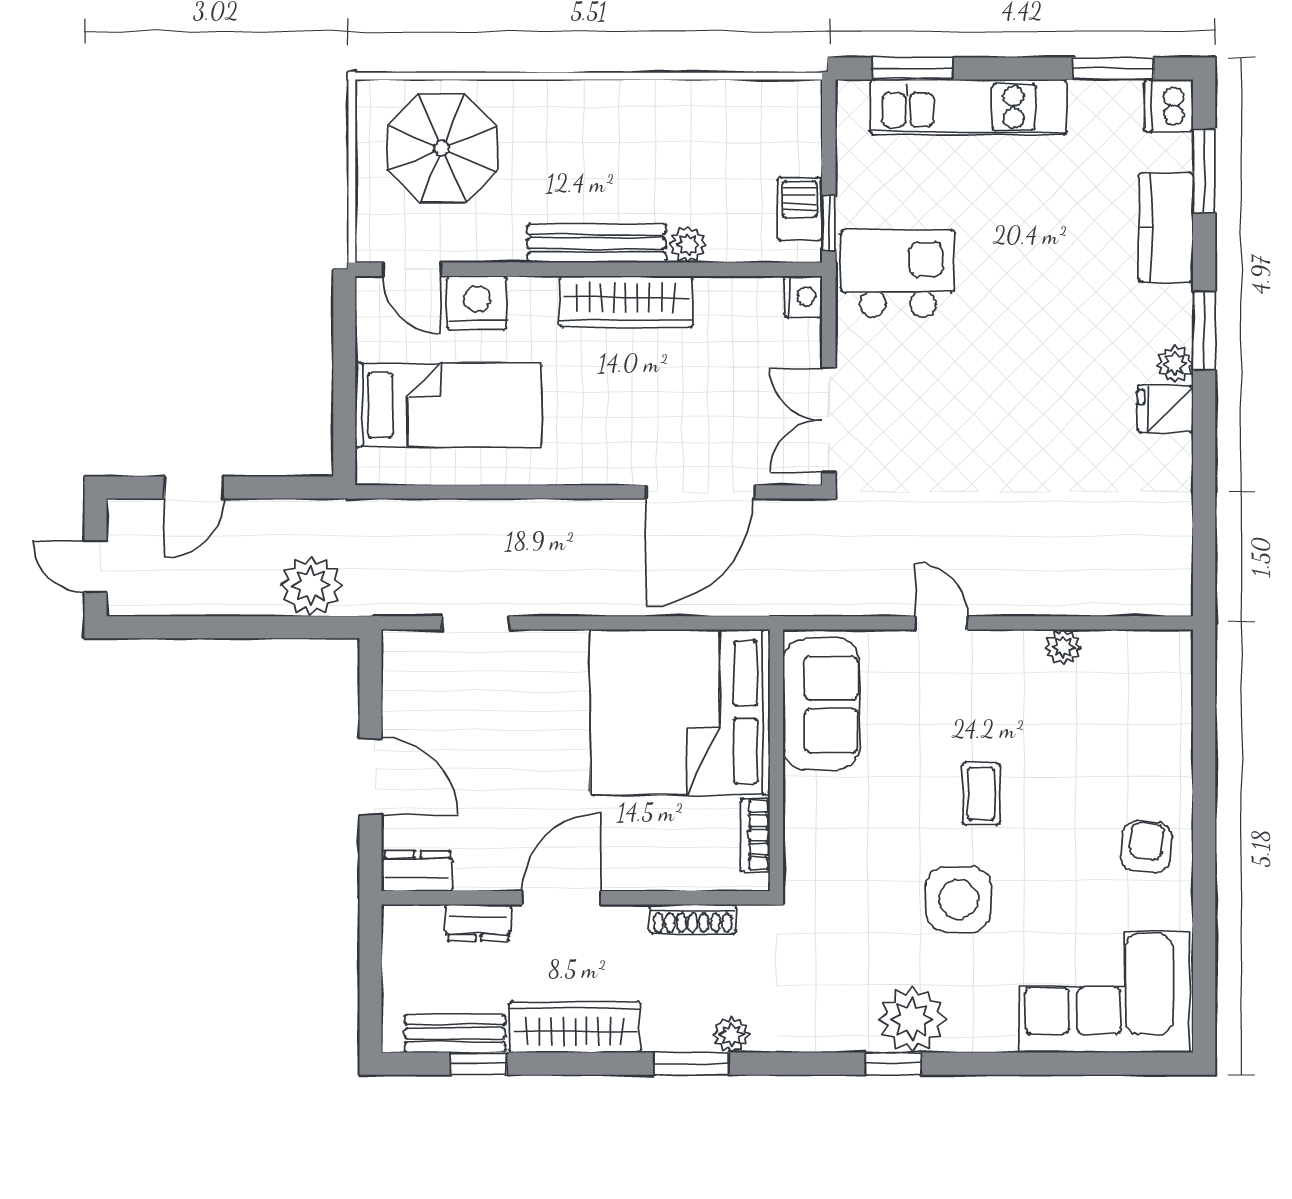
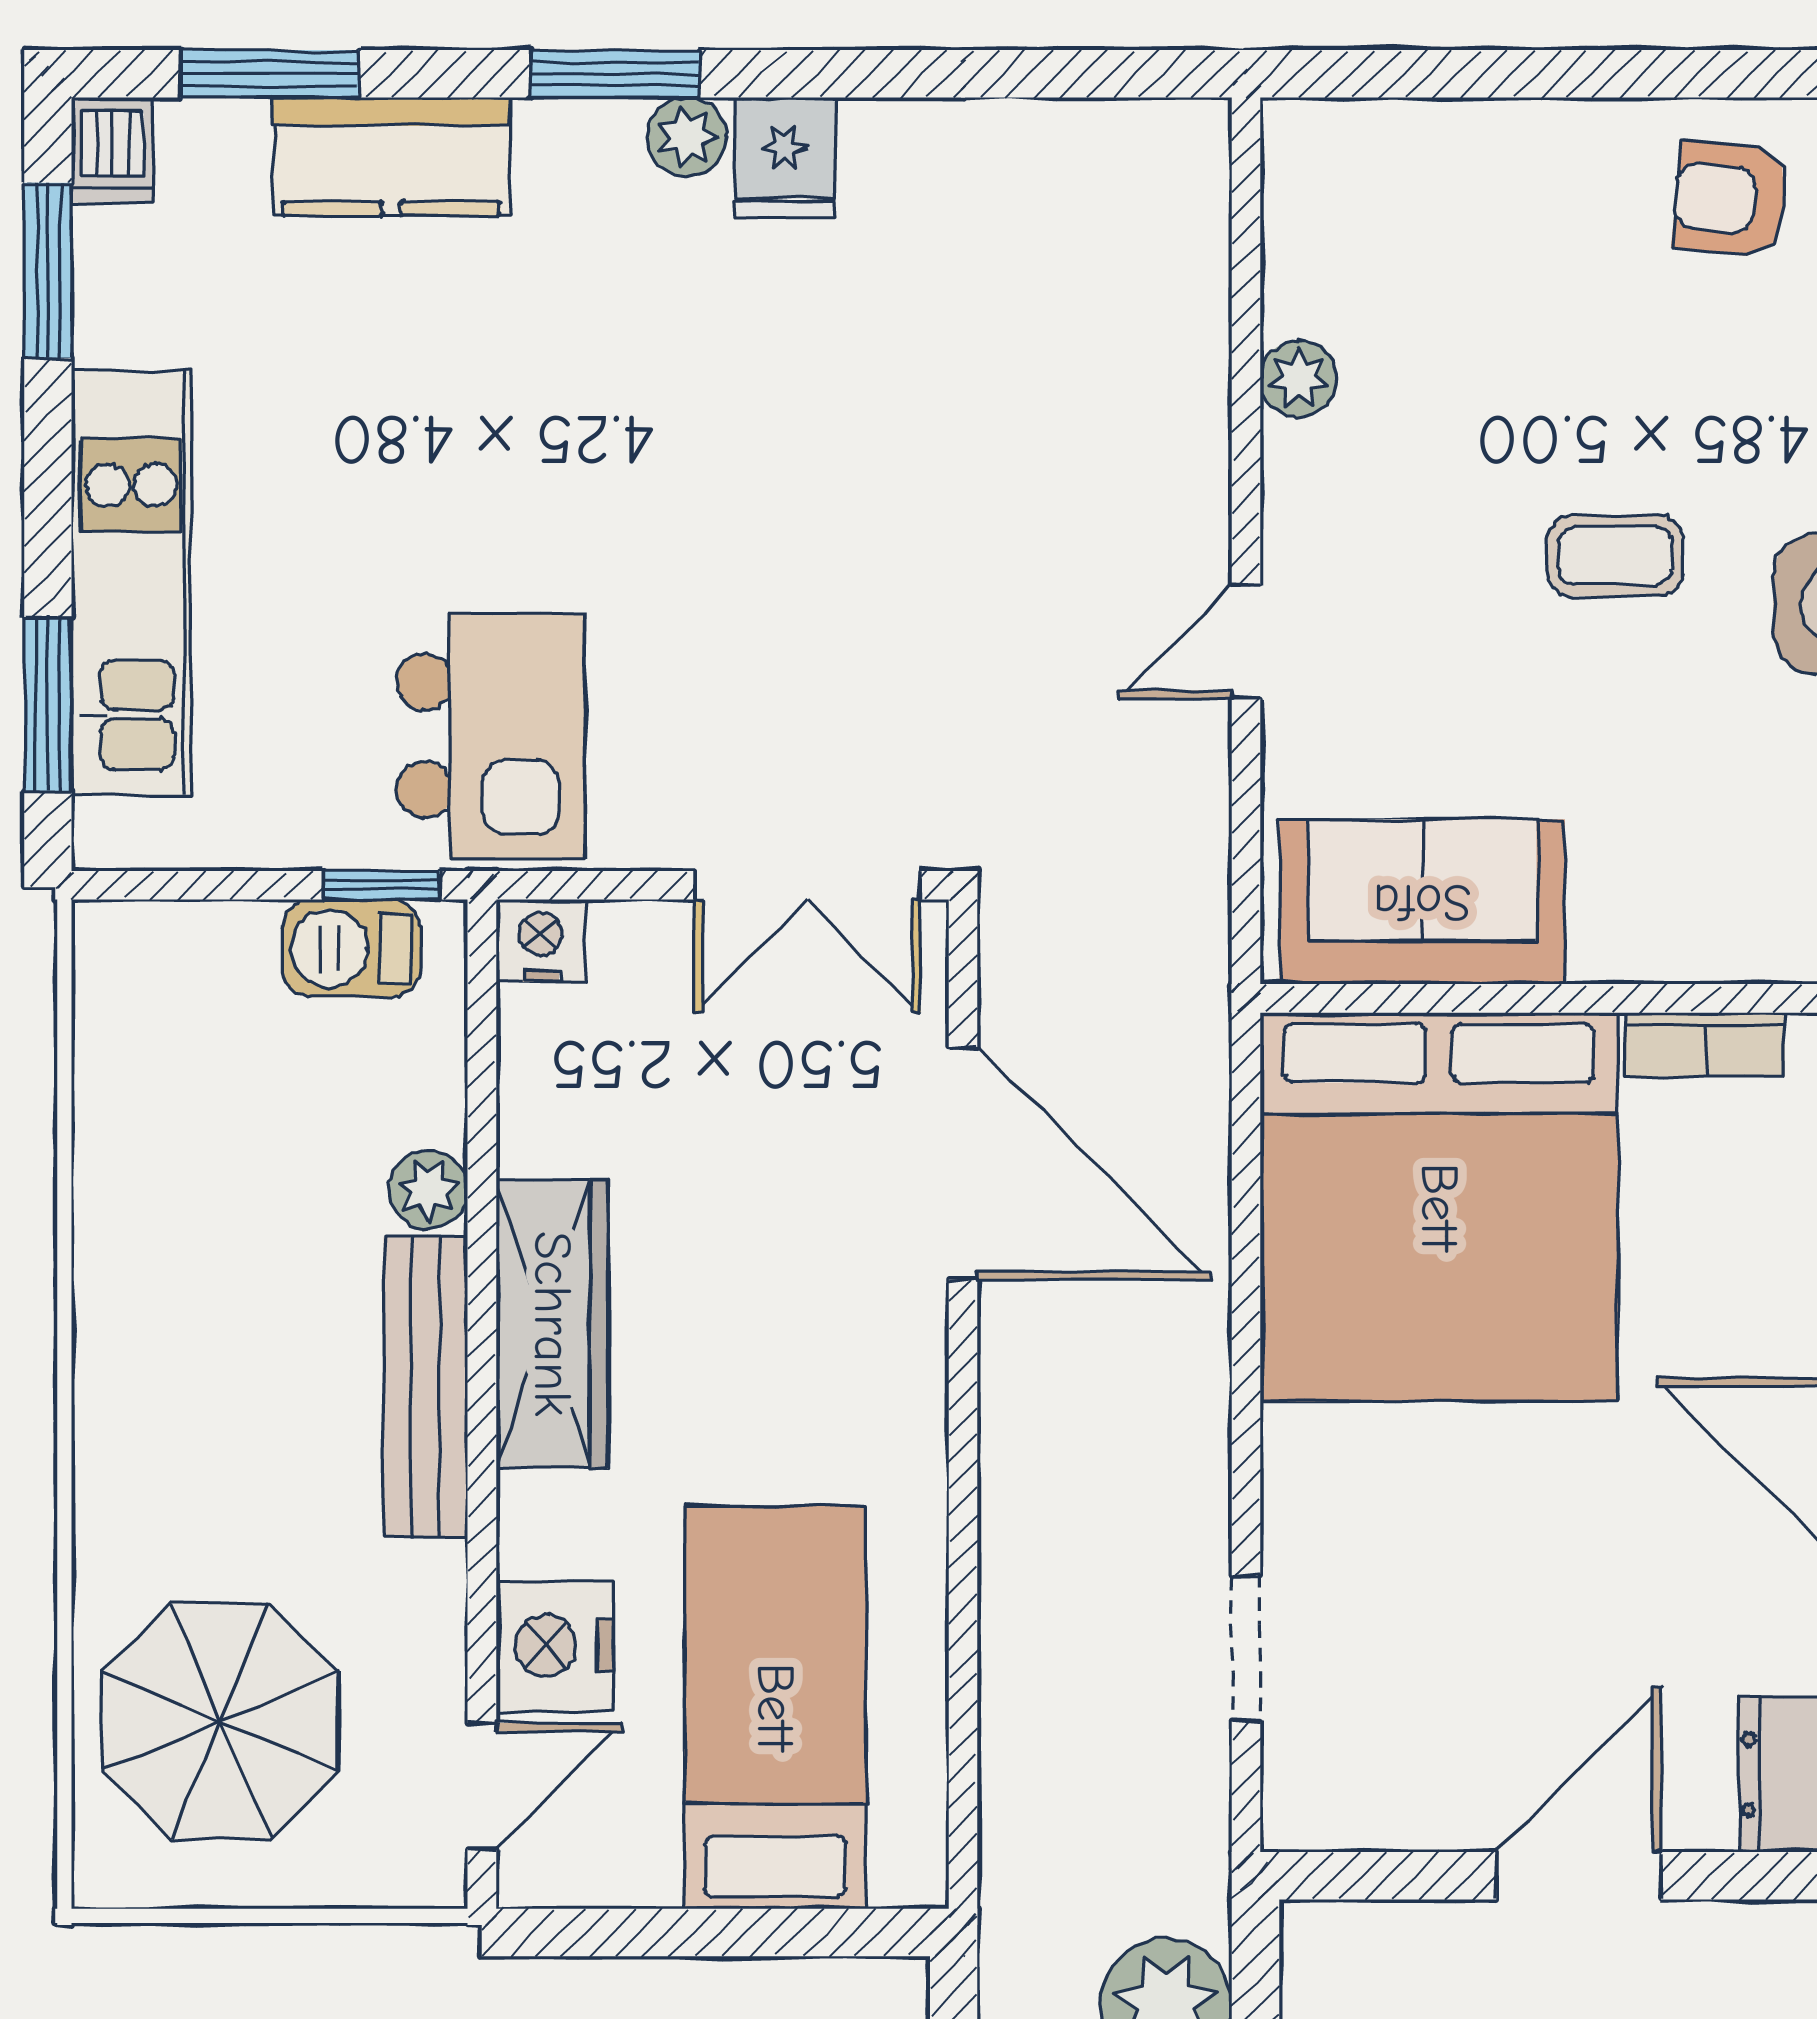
dishwasher: (1169, 106) -> (113, 150), width x0.73
kitchen island: (898, 273) -> (491, 736), turned 180

